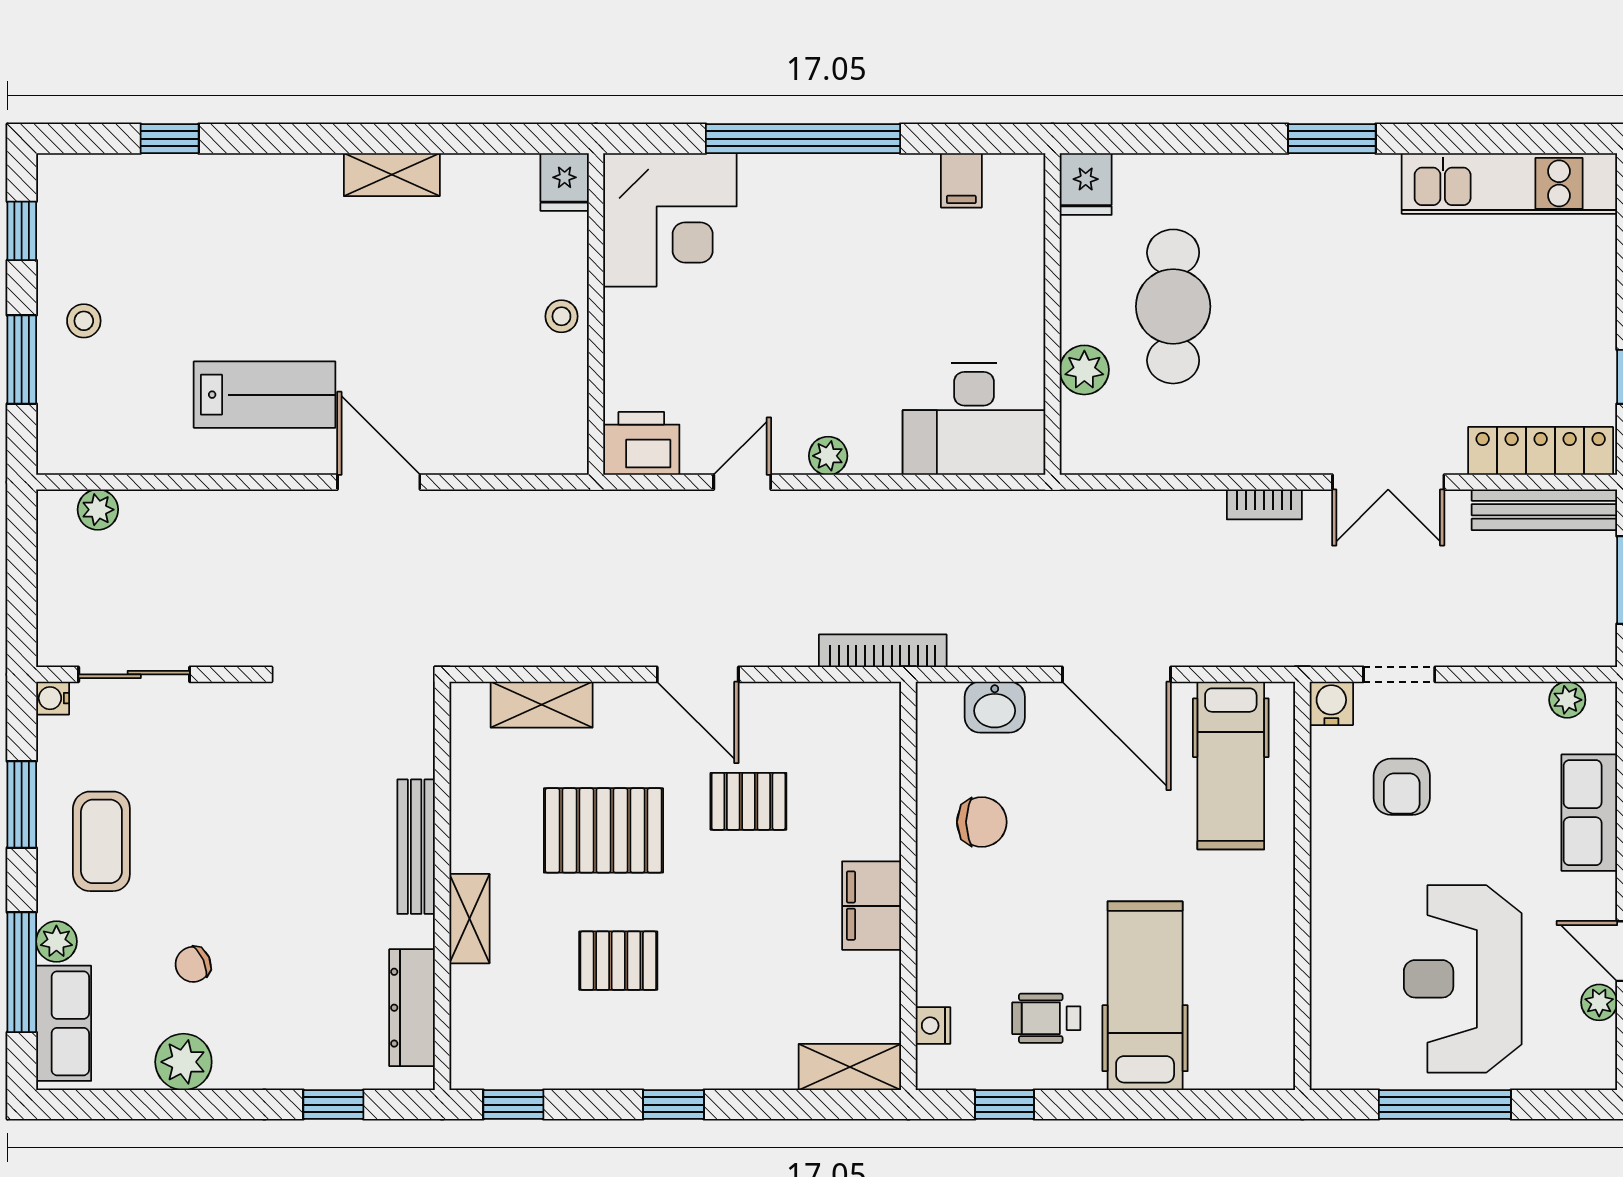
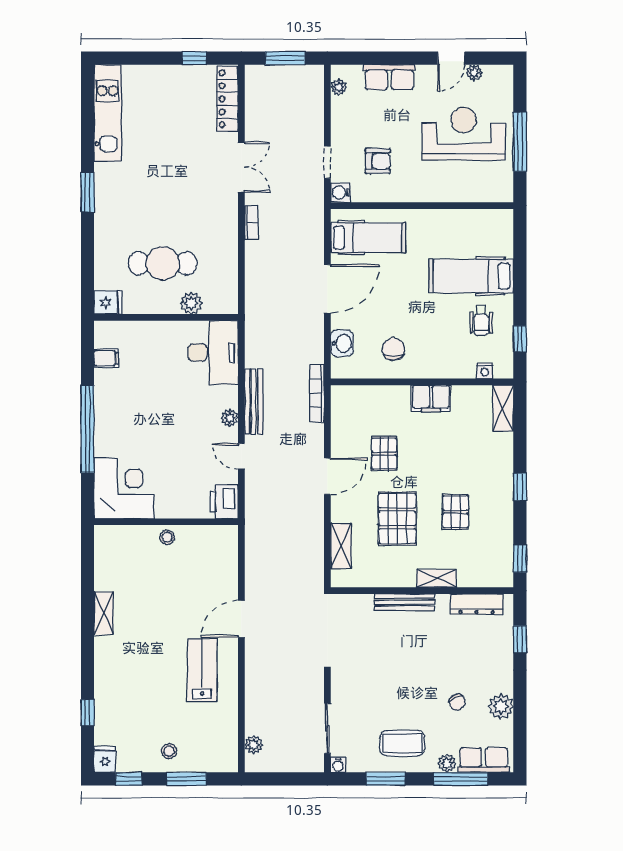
fridge: (565, 182) -> (105, 759), moved, turned -90
bench: (1544, 510) -> (254, 402), moved
reception desk: (1463, 979) -> (464, 134), turned 180

